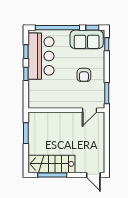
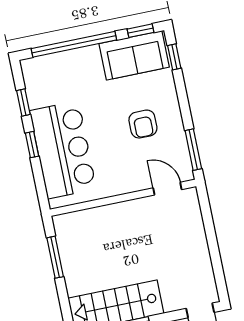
bar counter: (41, 56) -> (63, 150), moved
door: (90, 110) -> (167, 189), swing flipped

